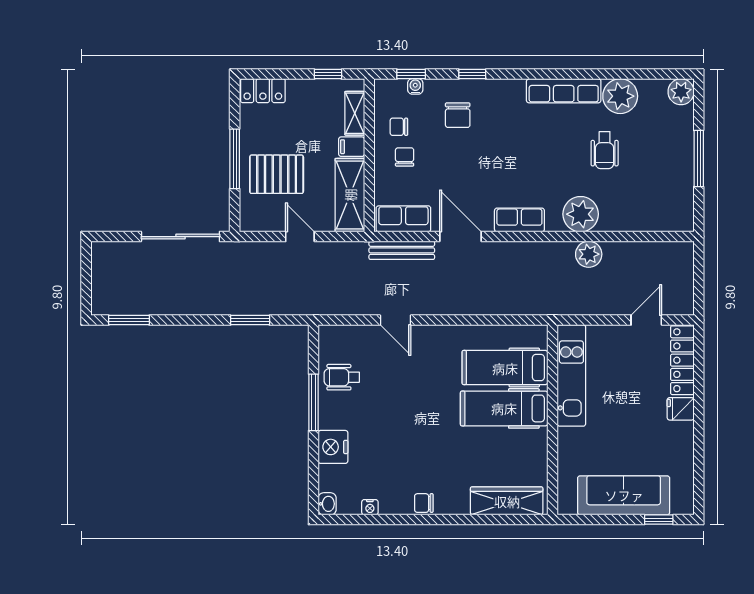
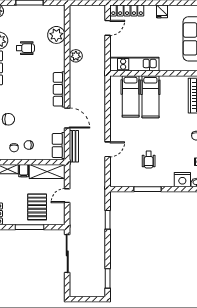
plant: (581, 214) -> (56, 35), moved
row of seats: (519, 220) -> (59, 89), width x1.48
door: (460, 237) -> (67, 118), swing flipped
door: (646, 320) -> (108, 28), swing flipped
wheelchair: (342, 377) -> (149, 160), moved
fridge: (681, 409) -> (162, 11), moved
nightstand: (333, 447) -> (182, 180), moved

